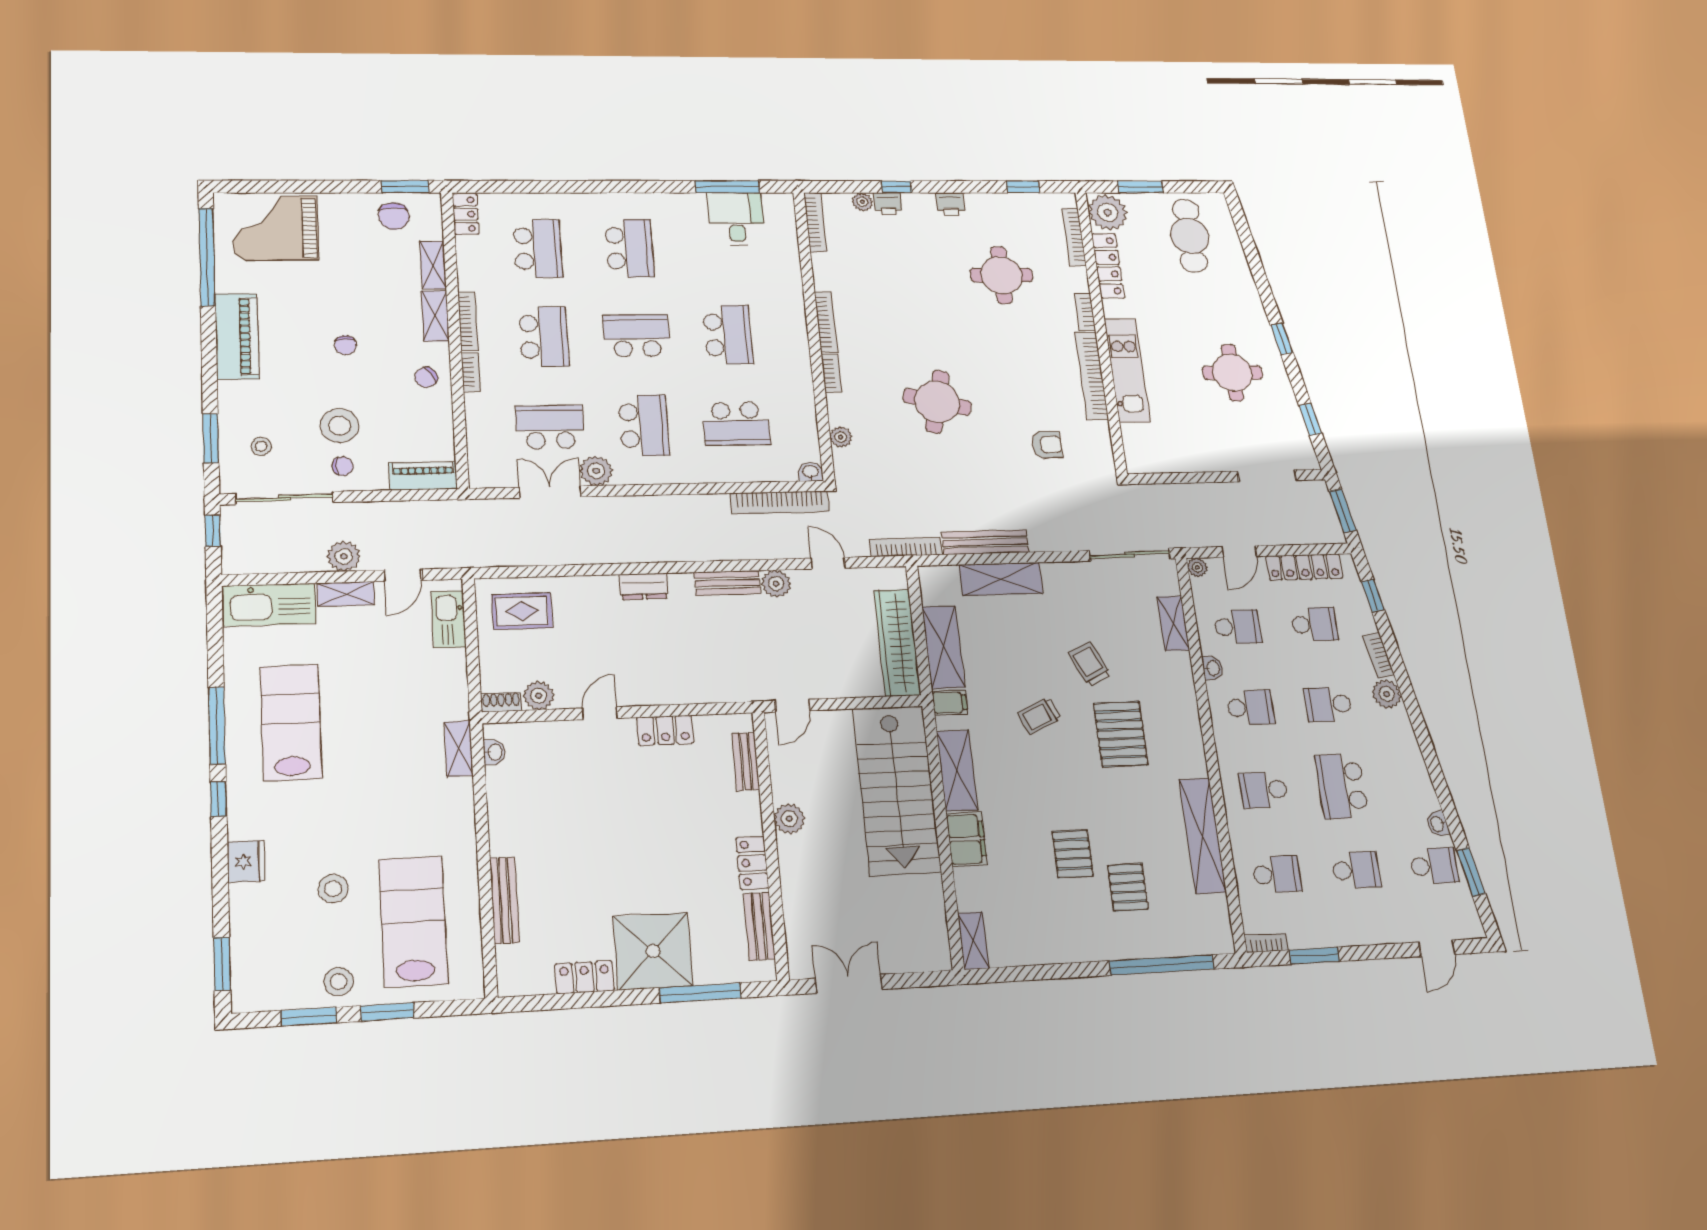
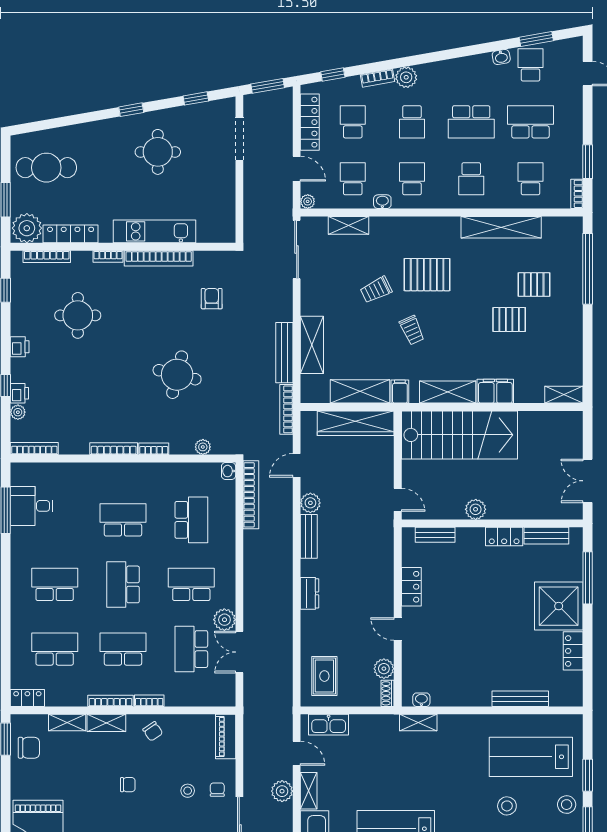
stool: (340, 426) -> (188, 791), width x0.53, depth x0.53
school desk: (1356, 870) -> (530, 122), width x1.85

